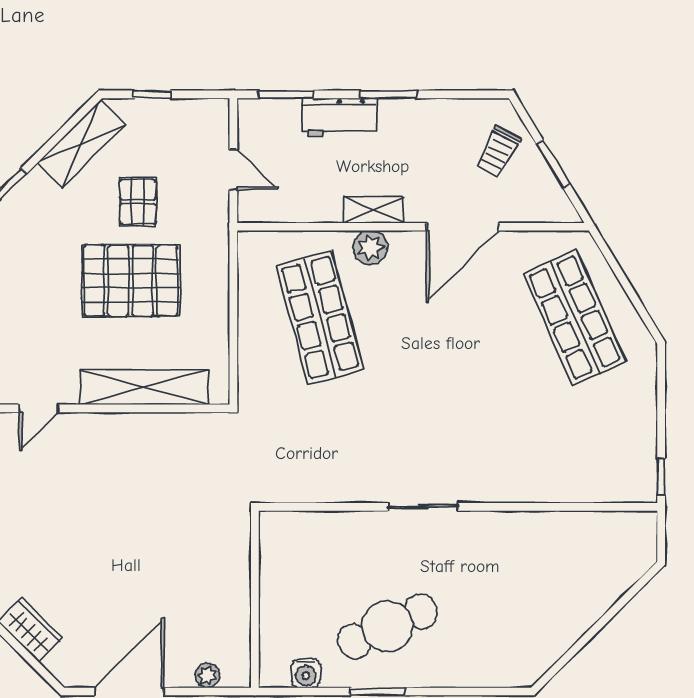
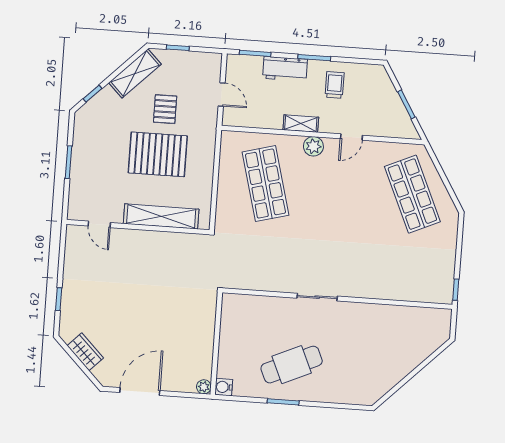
trolley: (498, 151) -> (335, 85), moved, turned 152
door: (462, 227) -> (351, 137), width x0.53
plant: (370, 248) -> (313, 146), moved
door: (39, 408) -> (99, 224), hinge flipped
water cooler: (306, 673) -> (224, 387), moved, turned 90
plant: (207, 676) -> (204, 387), moved

